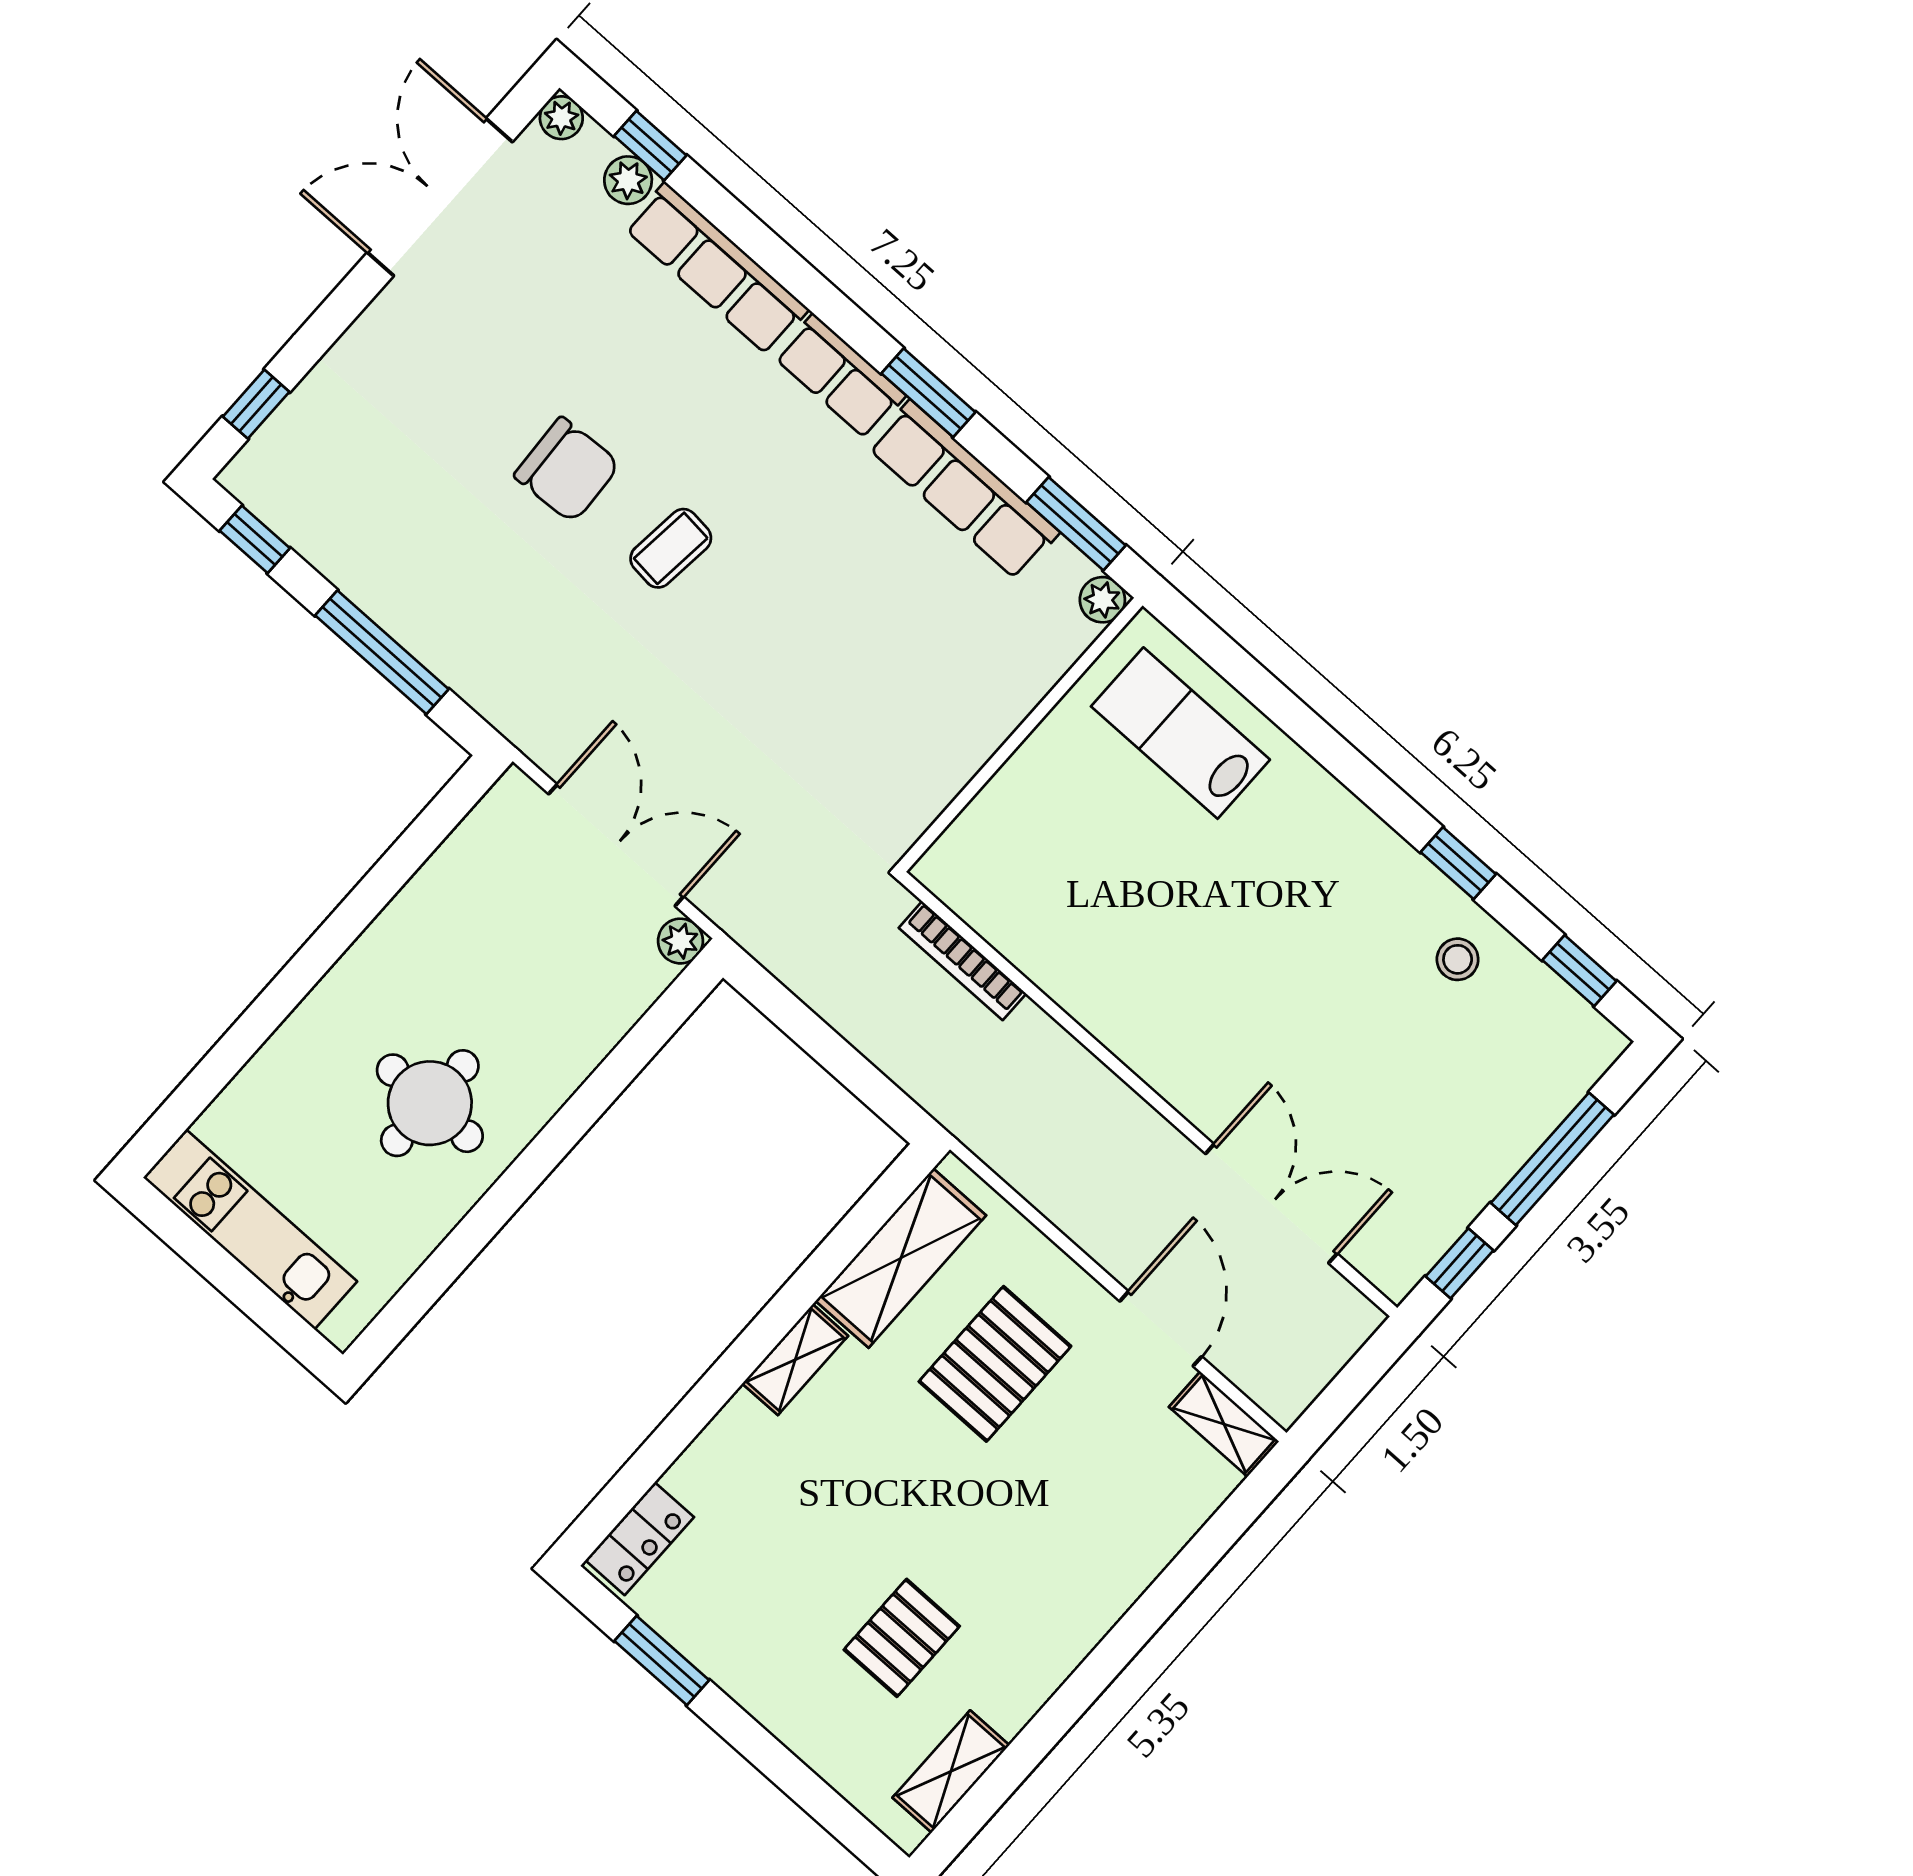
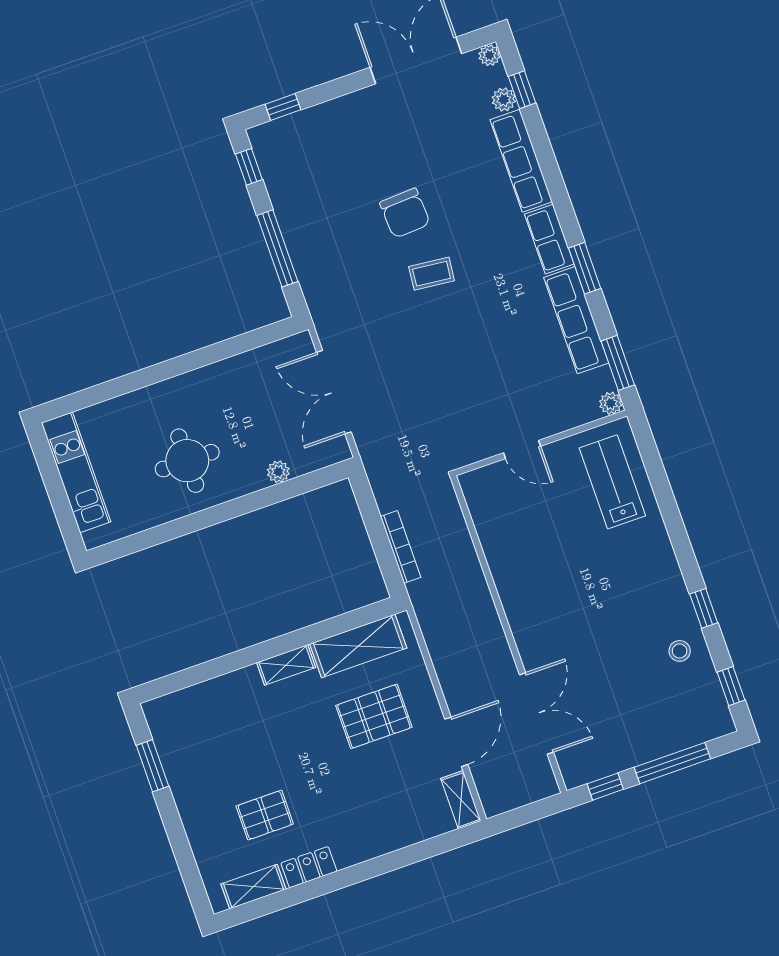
door: (994, 764) -> (522, 449), added
double door: (616, 845) -> (334, 392), swing flipped
plant: (680, 941) -> (278, 472), moved
bookcase: (962, 961) -> (401, 547), moved, turned 180
locker: (640, 1539) -> (309, 867), moved, turned 180

